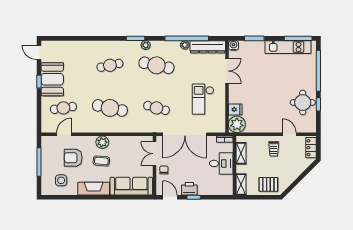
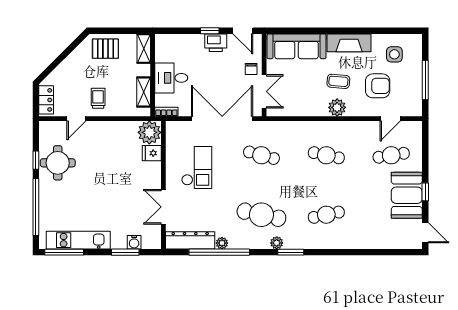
water cooler: (233, 45) -> (134, 242), moved
cafe table: (110, 108) -> (326, 155), width x0.73, depth x0.74
door: (289, 134) -> (76, 119), hinge flipped

